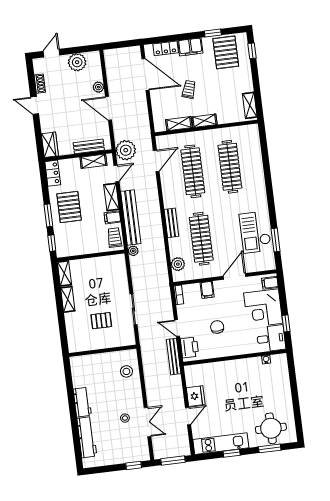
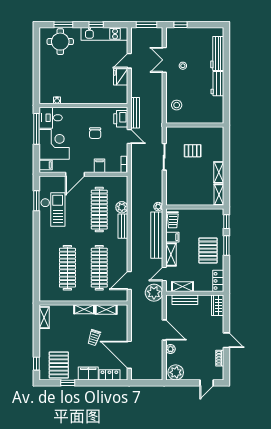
plant: (77, 62) -> (176, 372), moved
plant: (178, 264) -> (122, 207), moved
window: (286, 323) -> (36, 129), width x2.17

